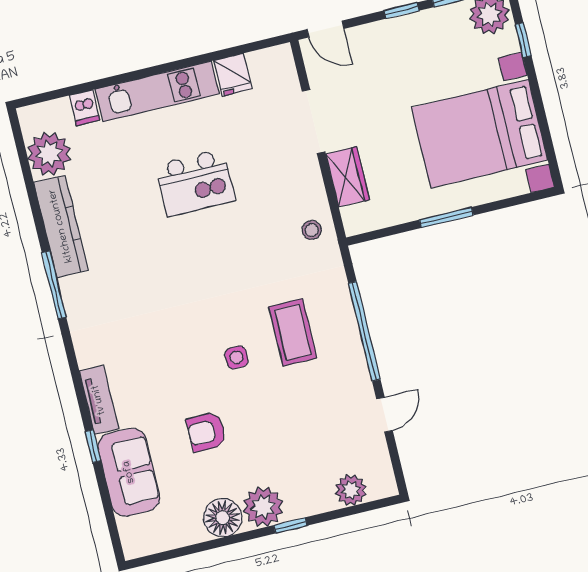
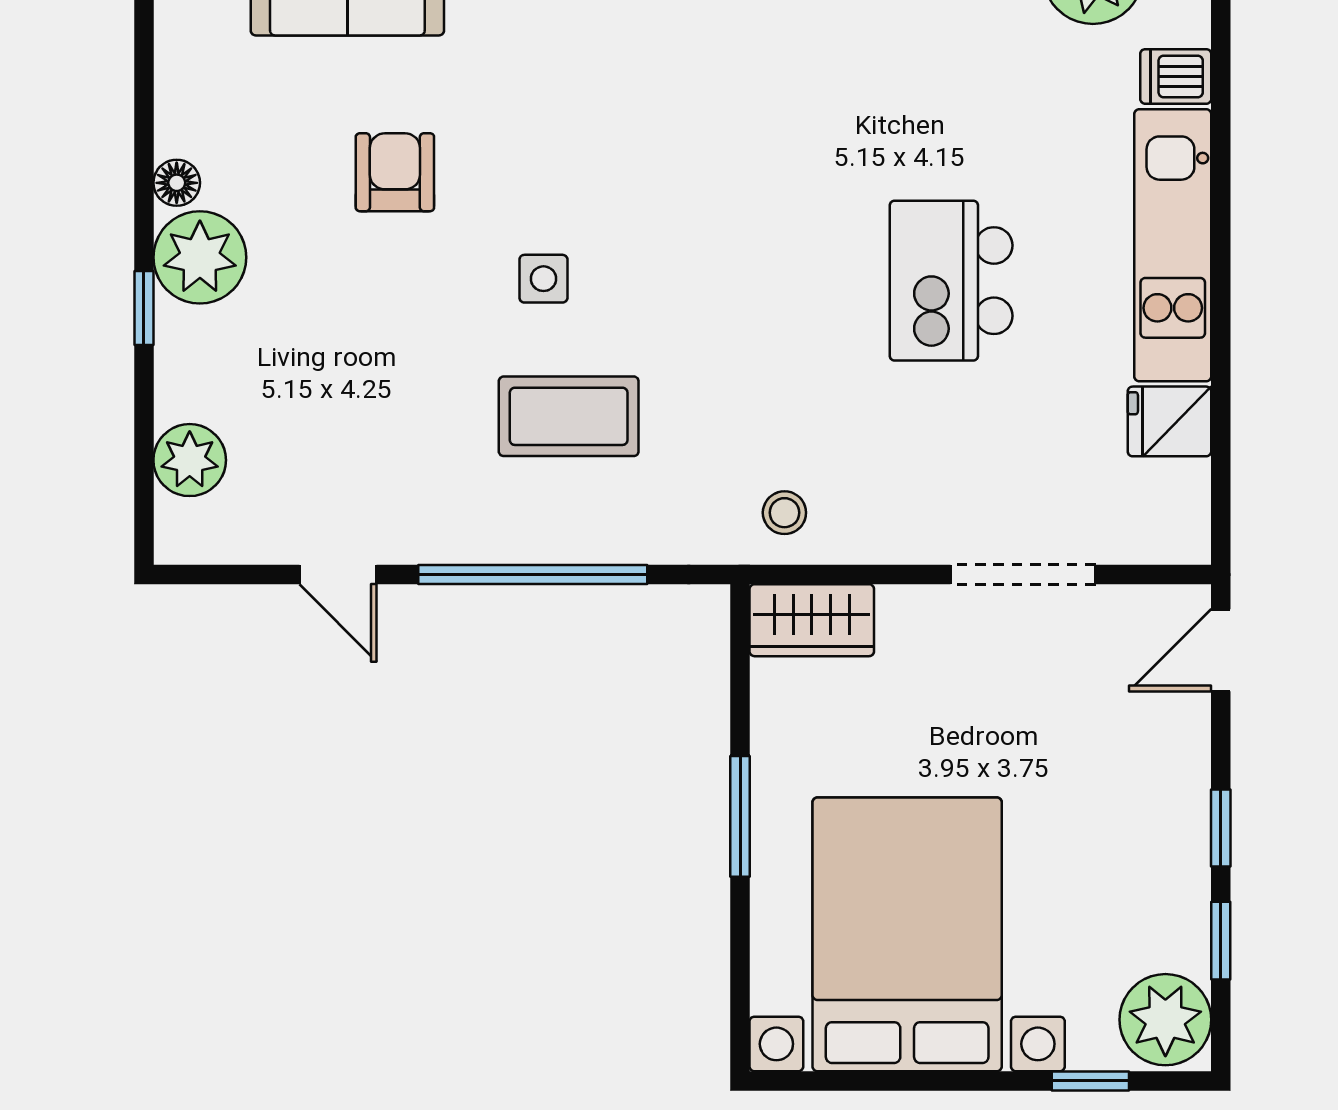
wardrobe: (348, 177) -> (812, 620), moved
floor lamp: (223, 518) -> (177, 183), width x0.53, depth x0.53

